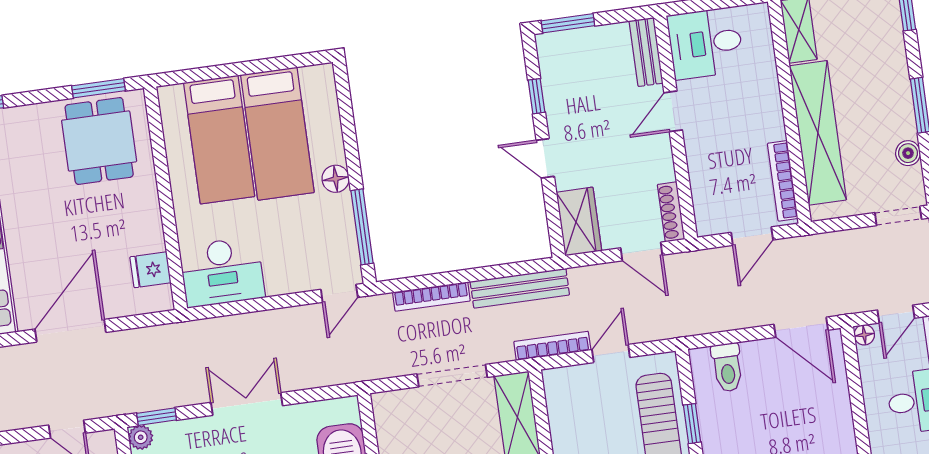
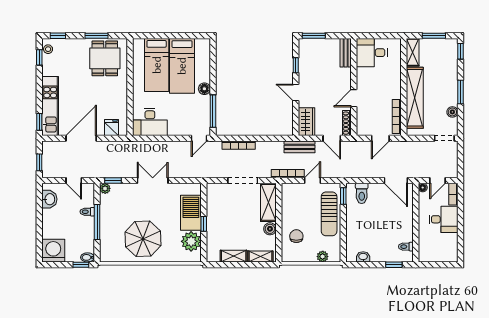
window: (99, 88) -> (97, 36), moved
door: (673, 111) -> (354, 98), moved
fridge: (150, 270) -> (111, 128), moved, turned 90
bench: (520, 288) -> (300, 147), moved, width x0.73
window: (692, 424) -> (343, 196), moved

